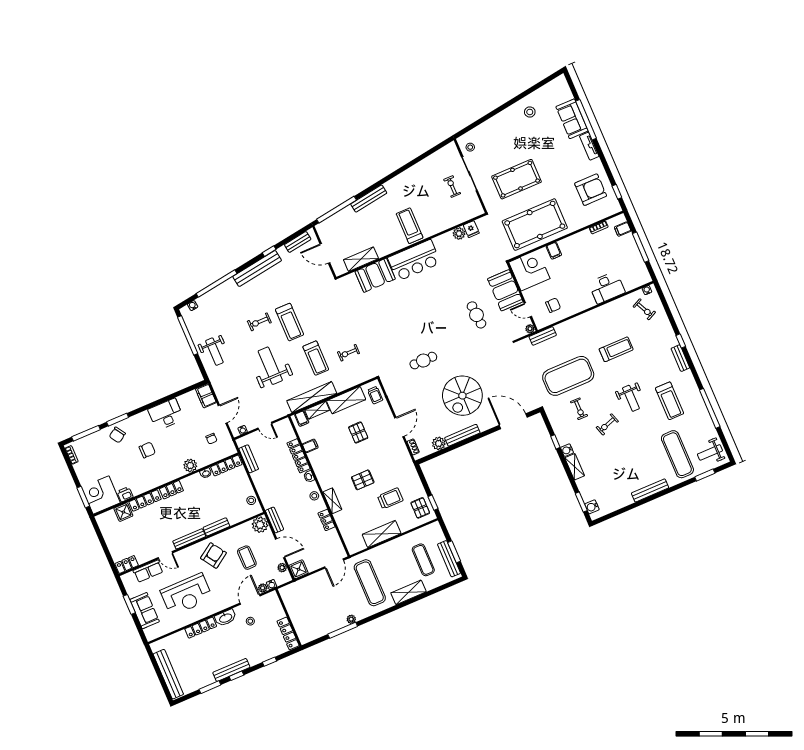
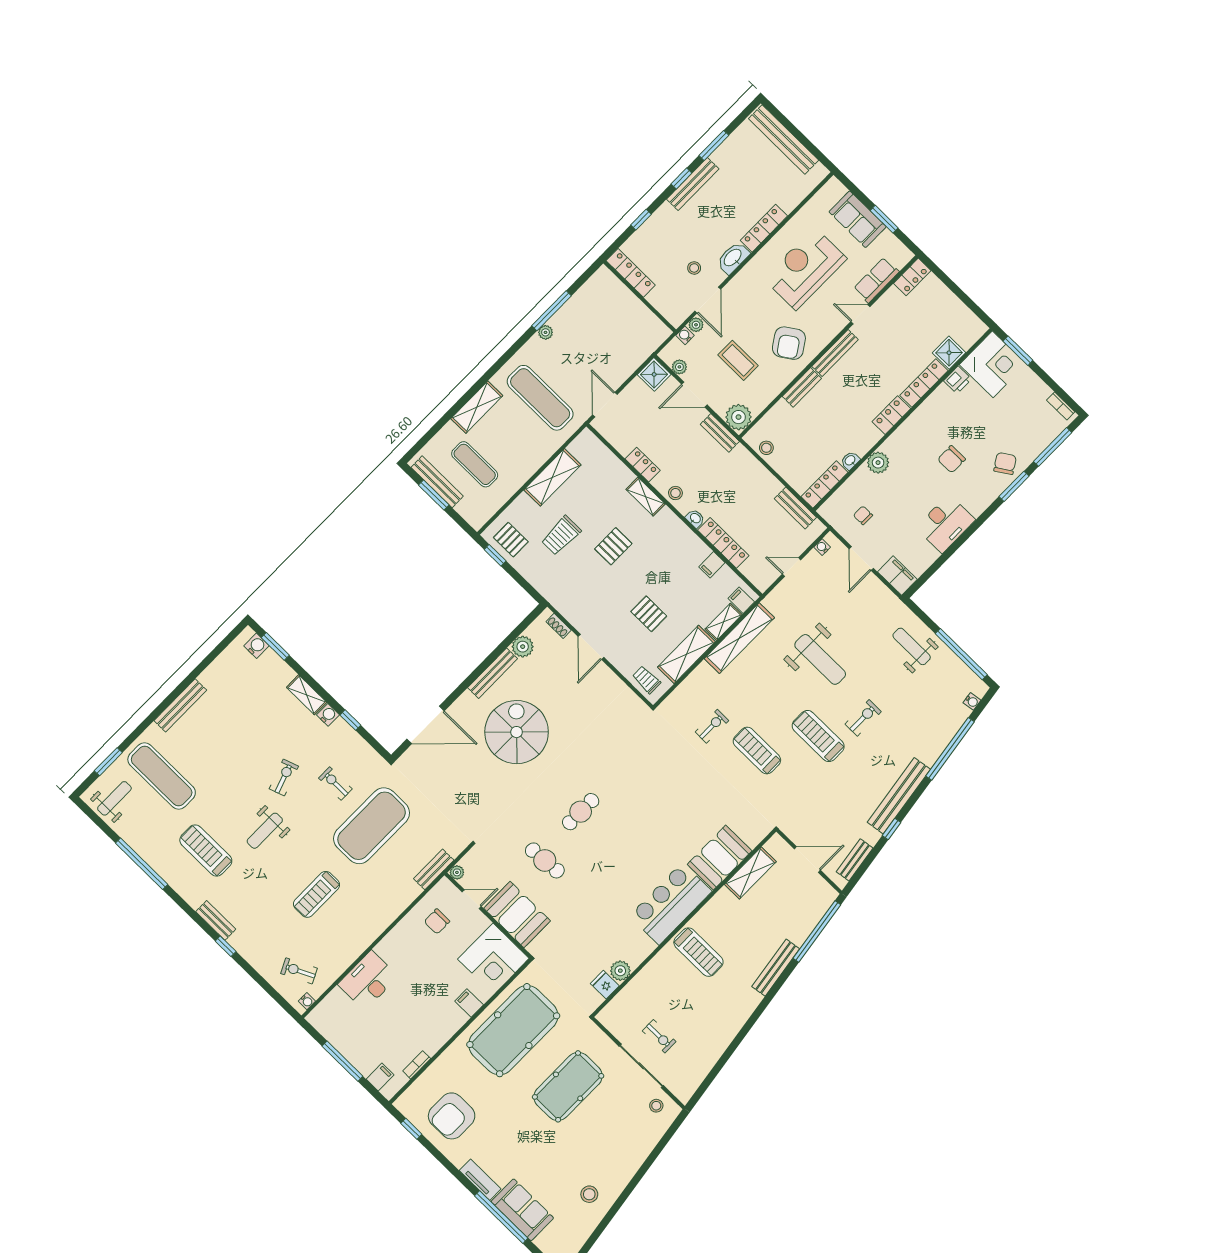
treadmill: (316, 358) -> (757, 751), moved
cafe table: (423, 361) -> (581, 812), moved
weight bench: (631, 398) -> (265, 831), turned -90

